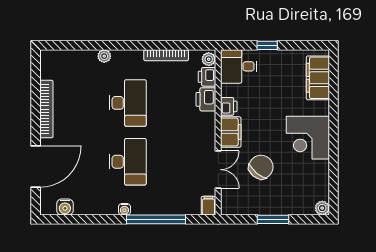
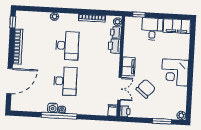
window: (267, 45) -> (139, 15), moved
desk: (239, 66) -> (152, 29), moved, turned 90
window: (36, 69) -> (13, 22), added
filing cabinet: (318, 78) -> (177, 26), moved, turned -90
printer: (229, 106) -> (125, 111), moved
water cooler: (65, 207) -> (53, 108), moved
window: (156, 219) -> (59, 116), moved
window: (273, 219) -> (162, 121), moved

